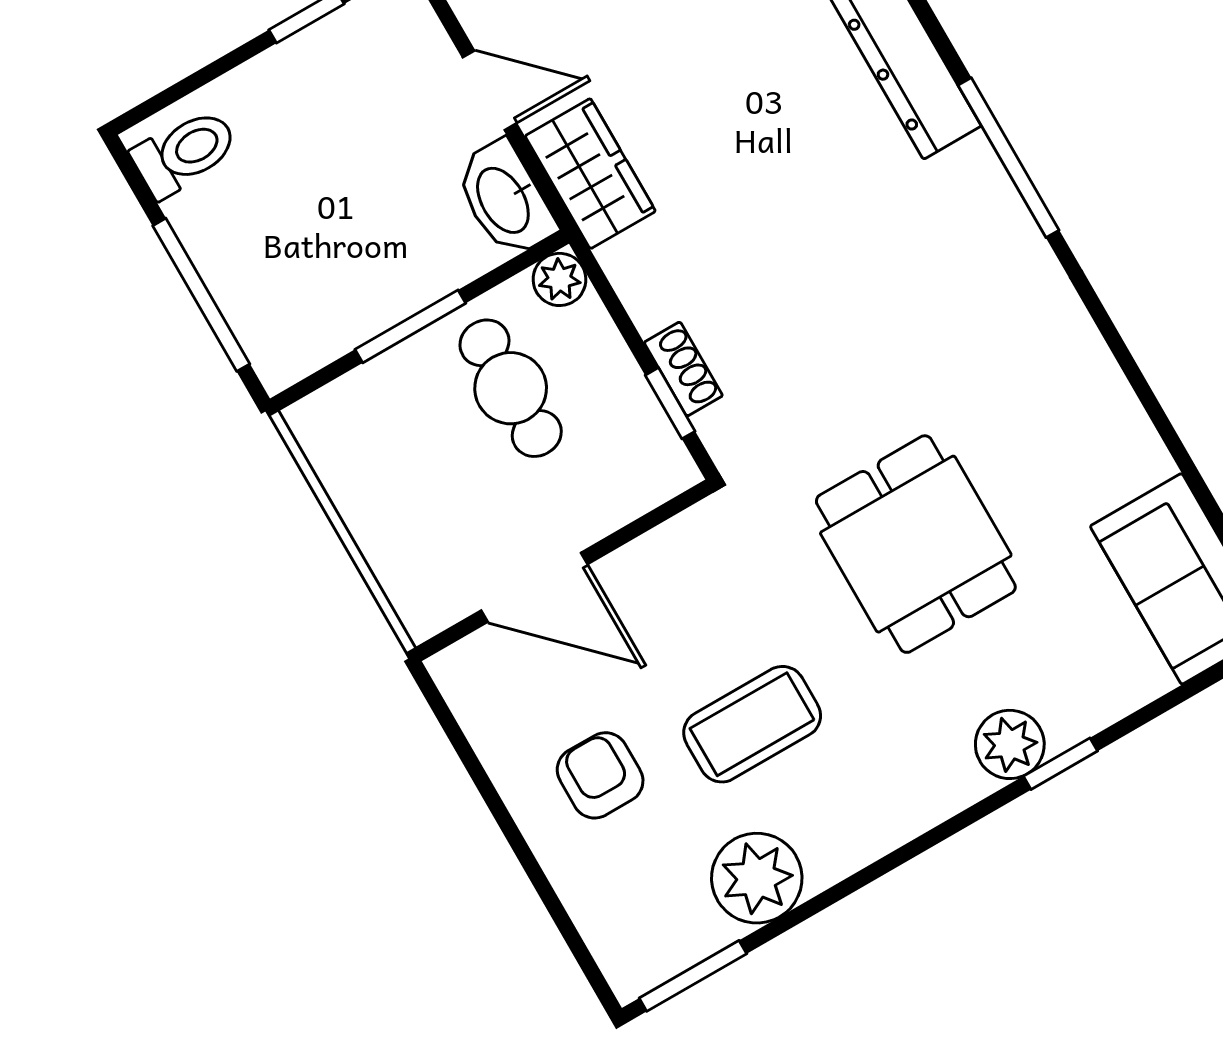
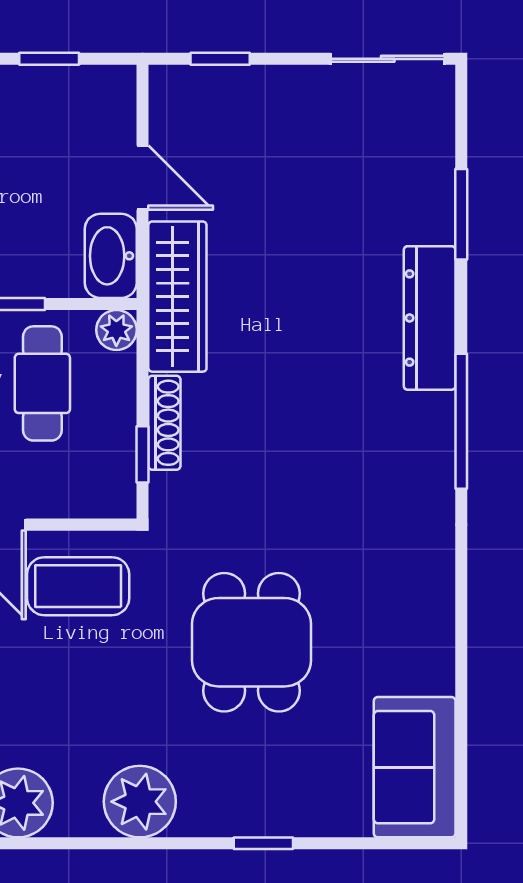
wardrobe: (590, 174) -> (177, 297), width x1.50
shoe rack: (683, 369) -> (164, 423), width x1.43
coffee table: (752, 724) -> (78, 586), moved
plant: (1010, 744) -> (140, 802), moved, width x1.36, depth x1.36

